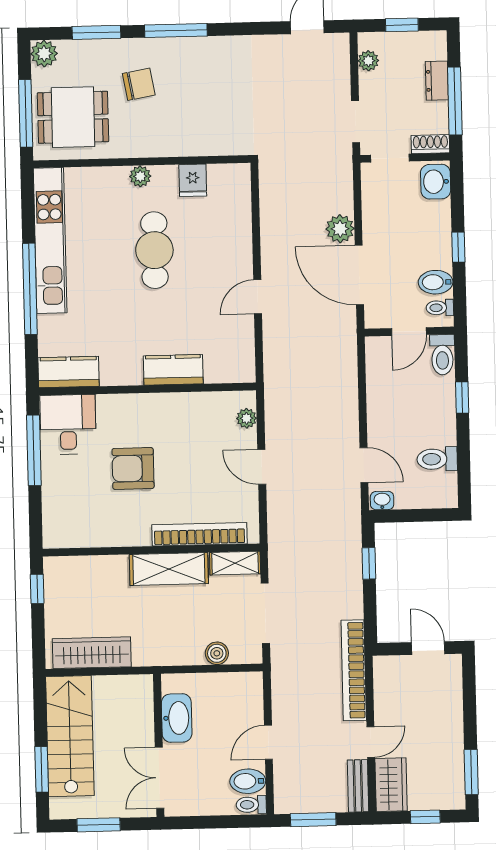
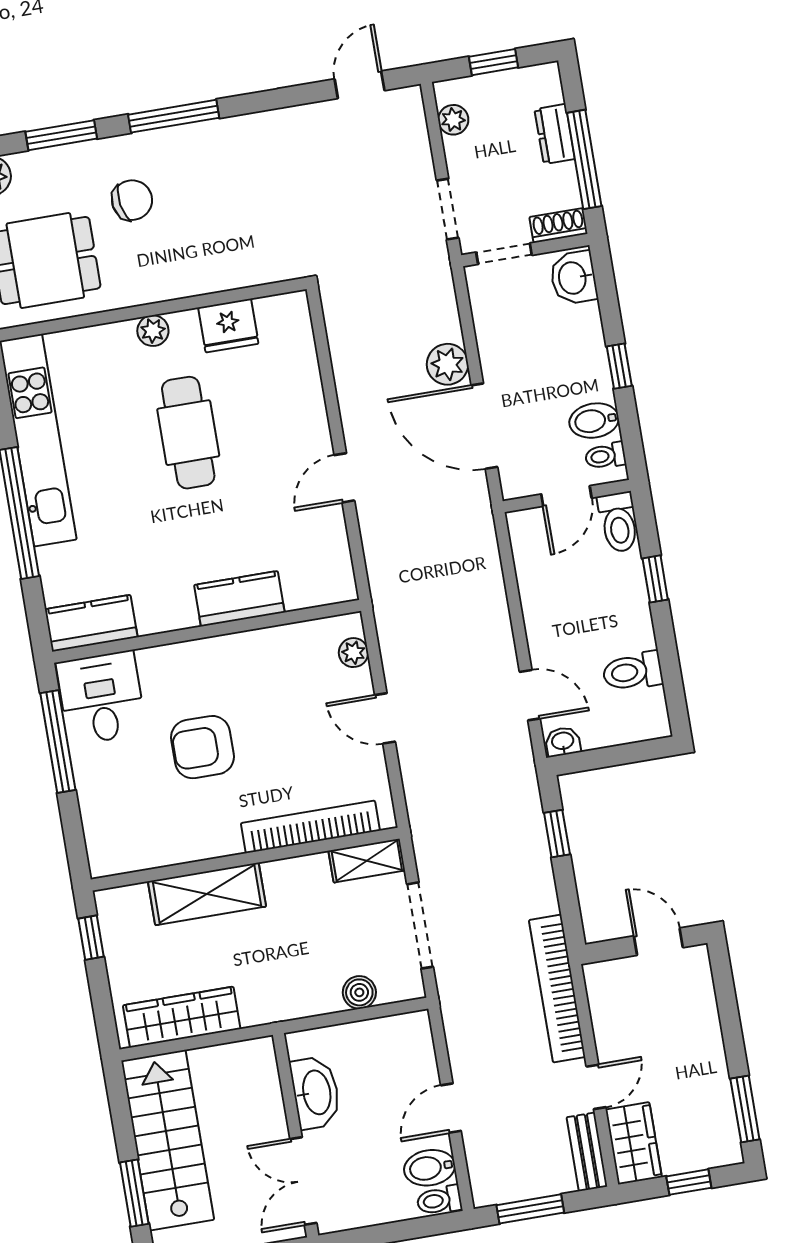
fridge: (193, 180) -> (228, 326), width x1.38
shelving: (169, 569) -> (207, 894), moved

